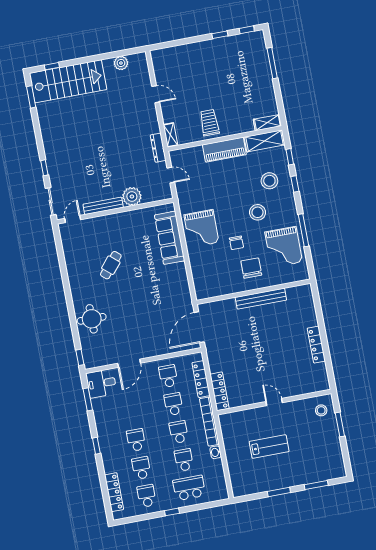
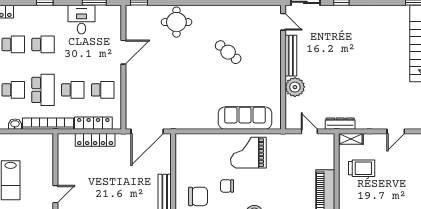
trolley: (209, 123) -> (362, 168), moved
door: (171, 175) -> (309, 131), swing flipped
door: (199, 327) -> (147, 131), swing flipped
door: (129, 363) -> (123, 52), swing flipped
desk: (101, 383) -> (81, 20), moved
locker: (219, 391) -> (95, 140), moved
school desk: (179, 432) -> (43, 90), width x1.85

